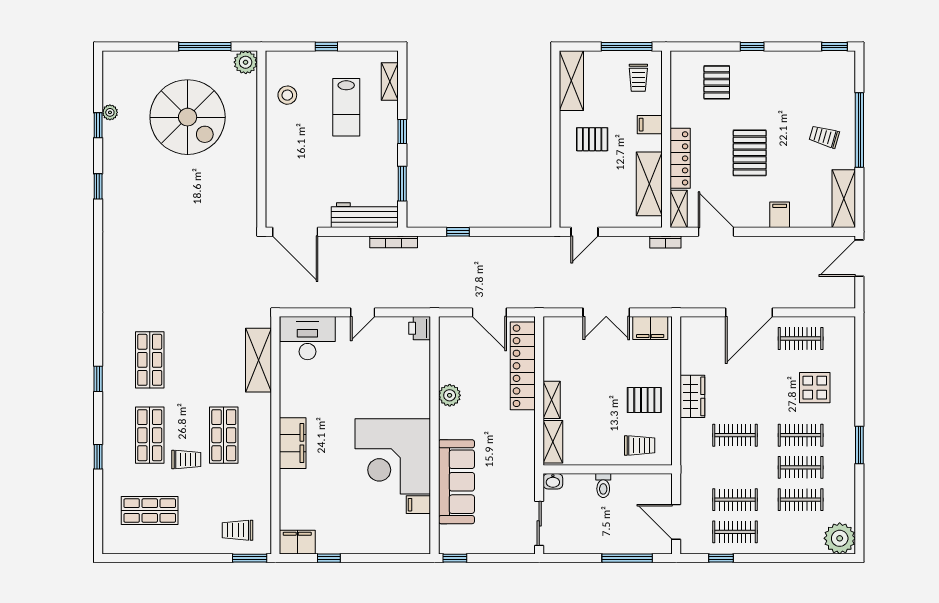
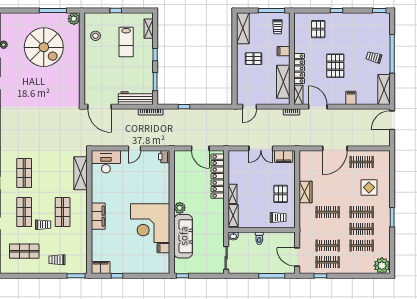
plant: (450, 395) -> (180, 208), moved
pallet: (644, 400) -> (281, 194), turned 90
trolley: (238, 530) -> (57, 260), moved

